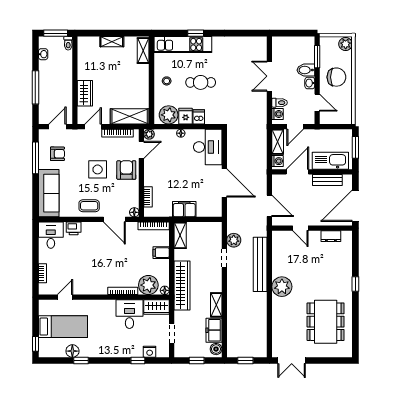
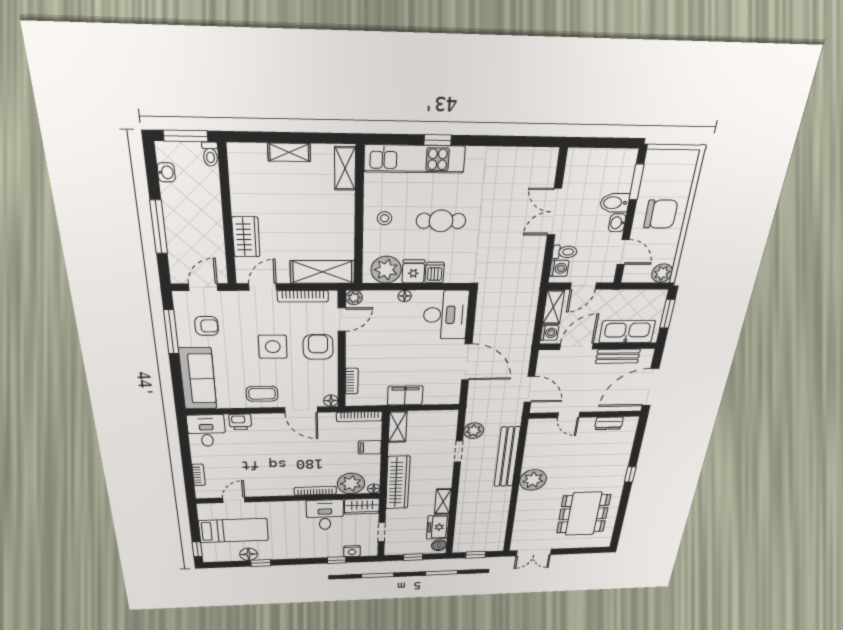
plant: (346, 44) -> (662, 273), moved

